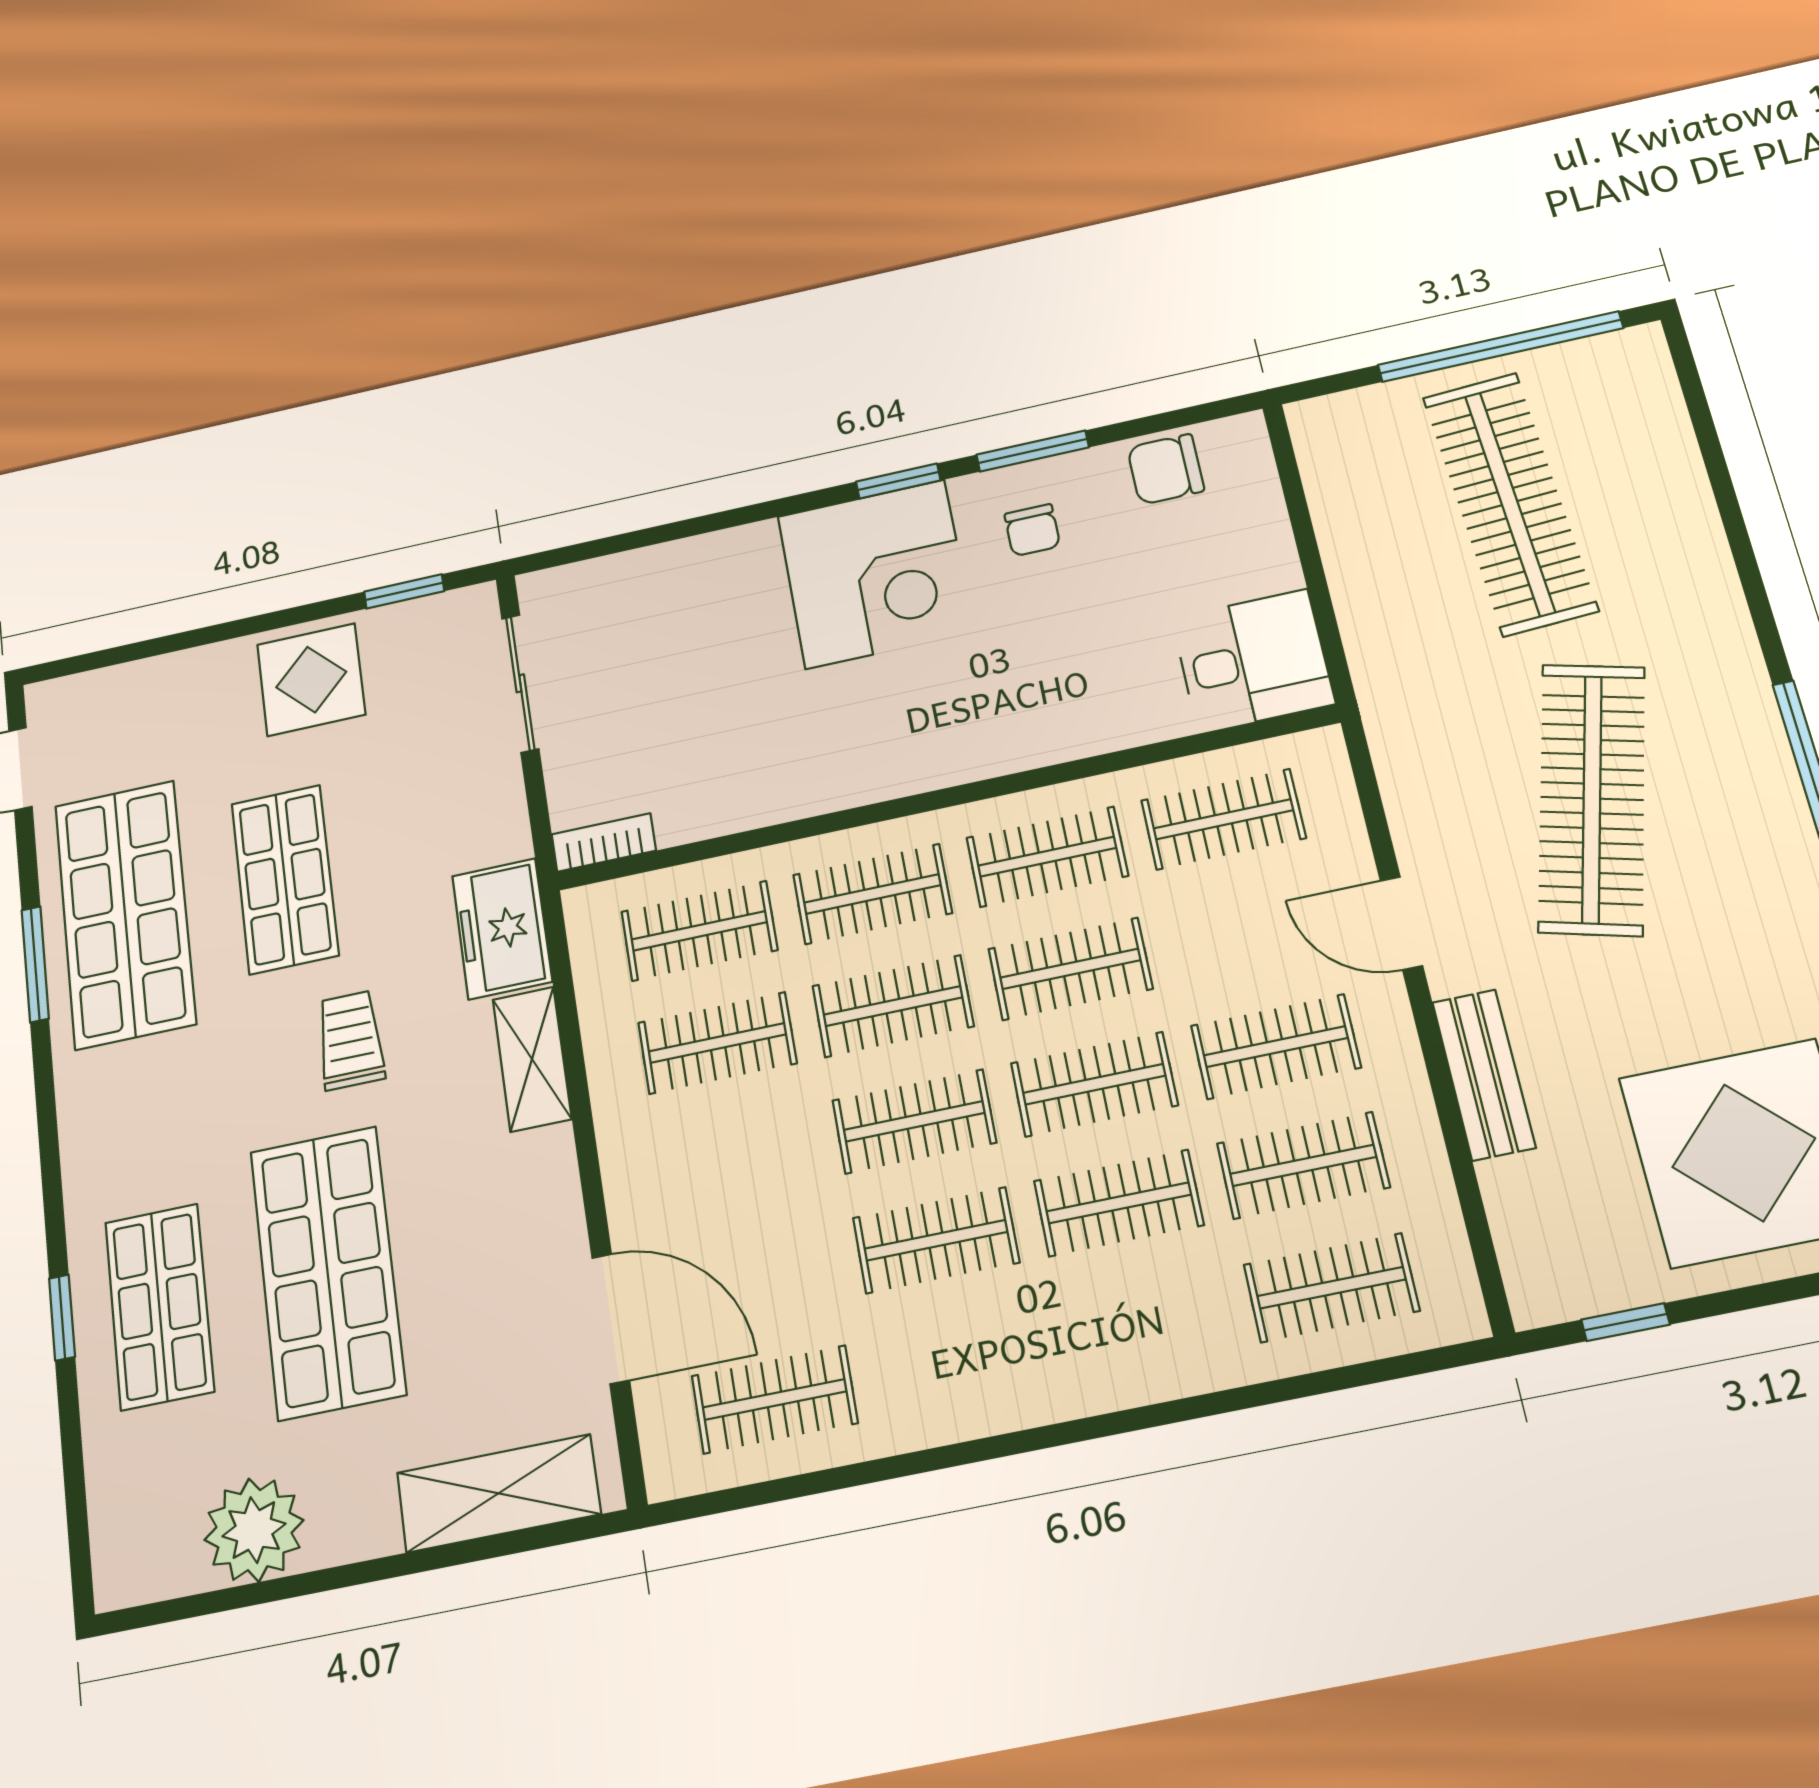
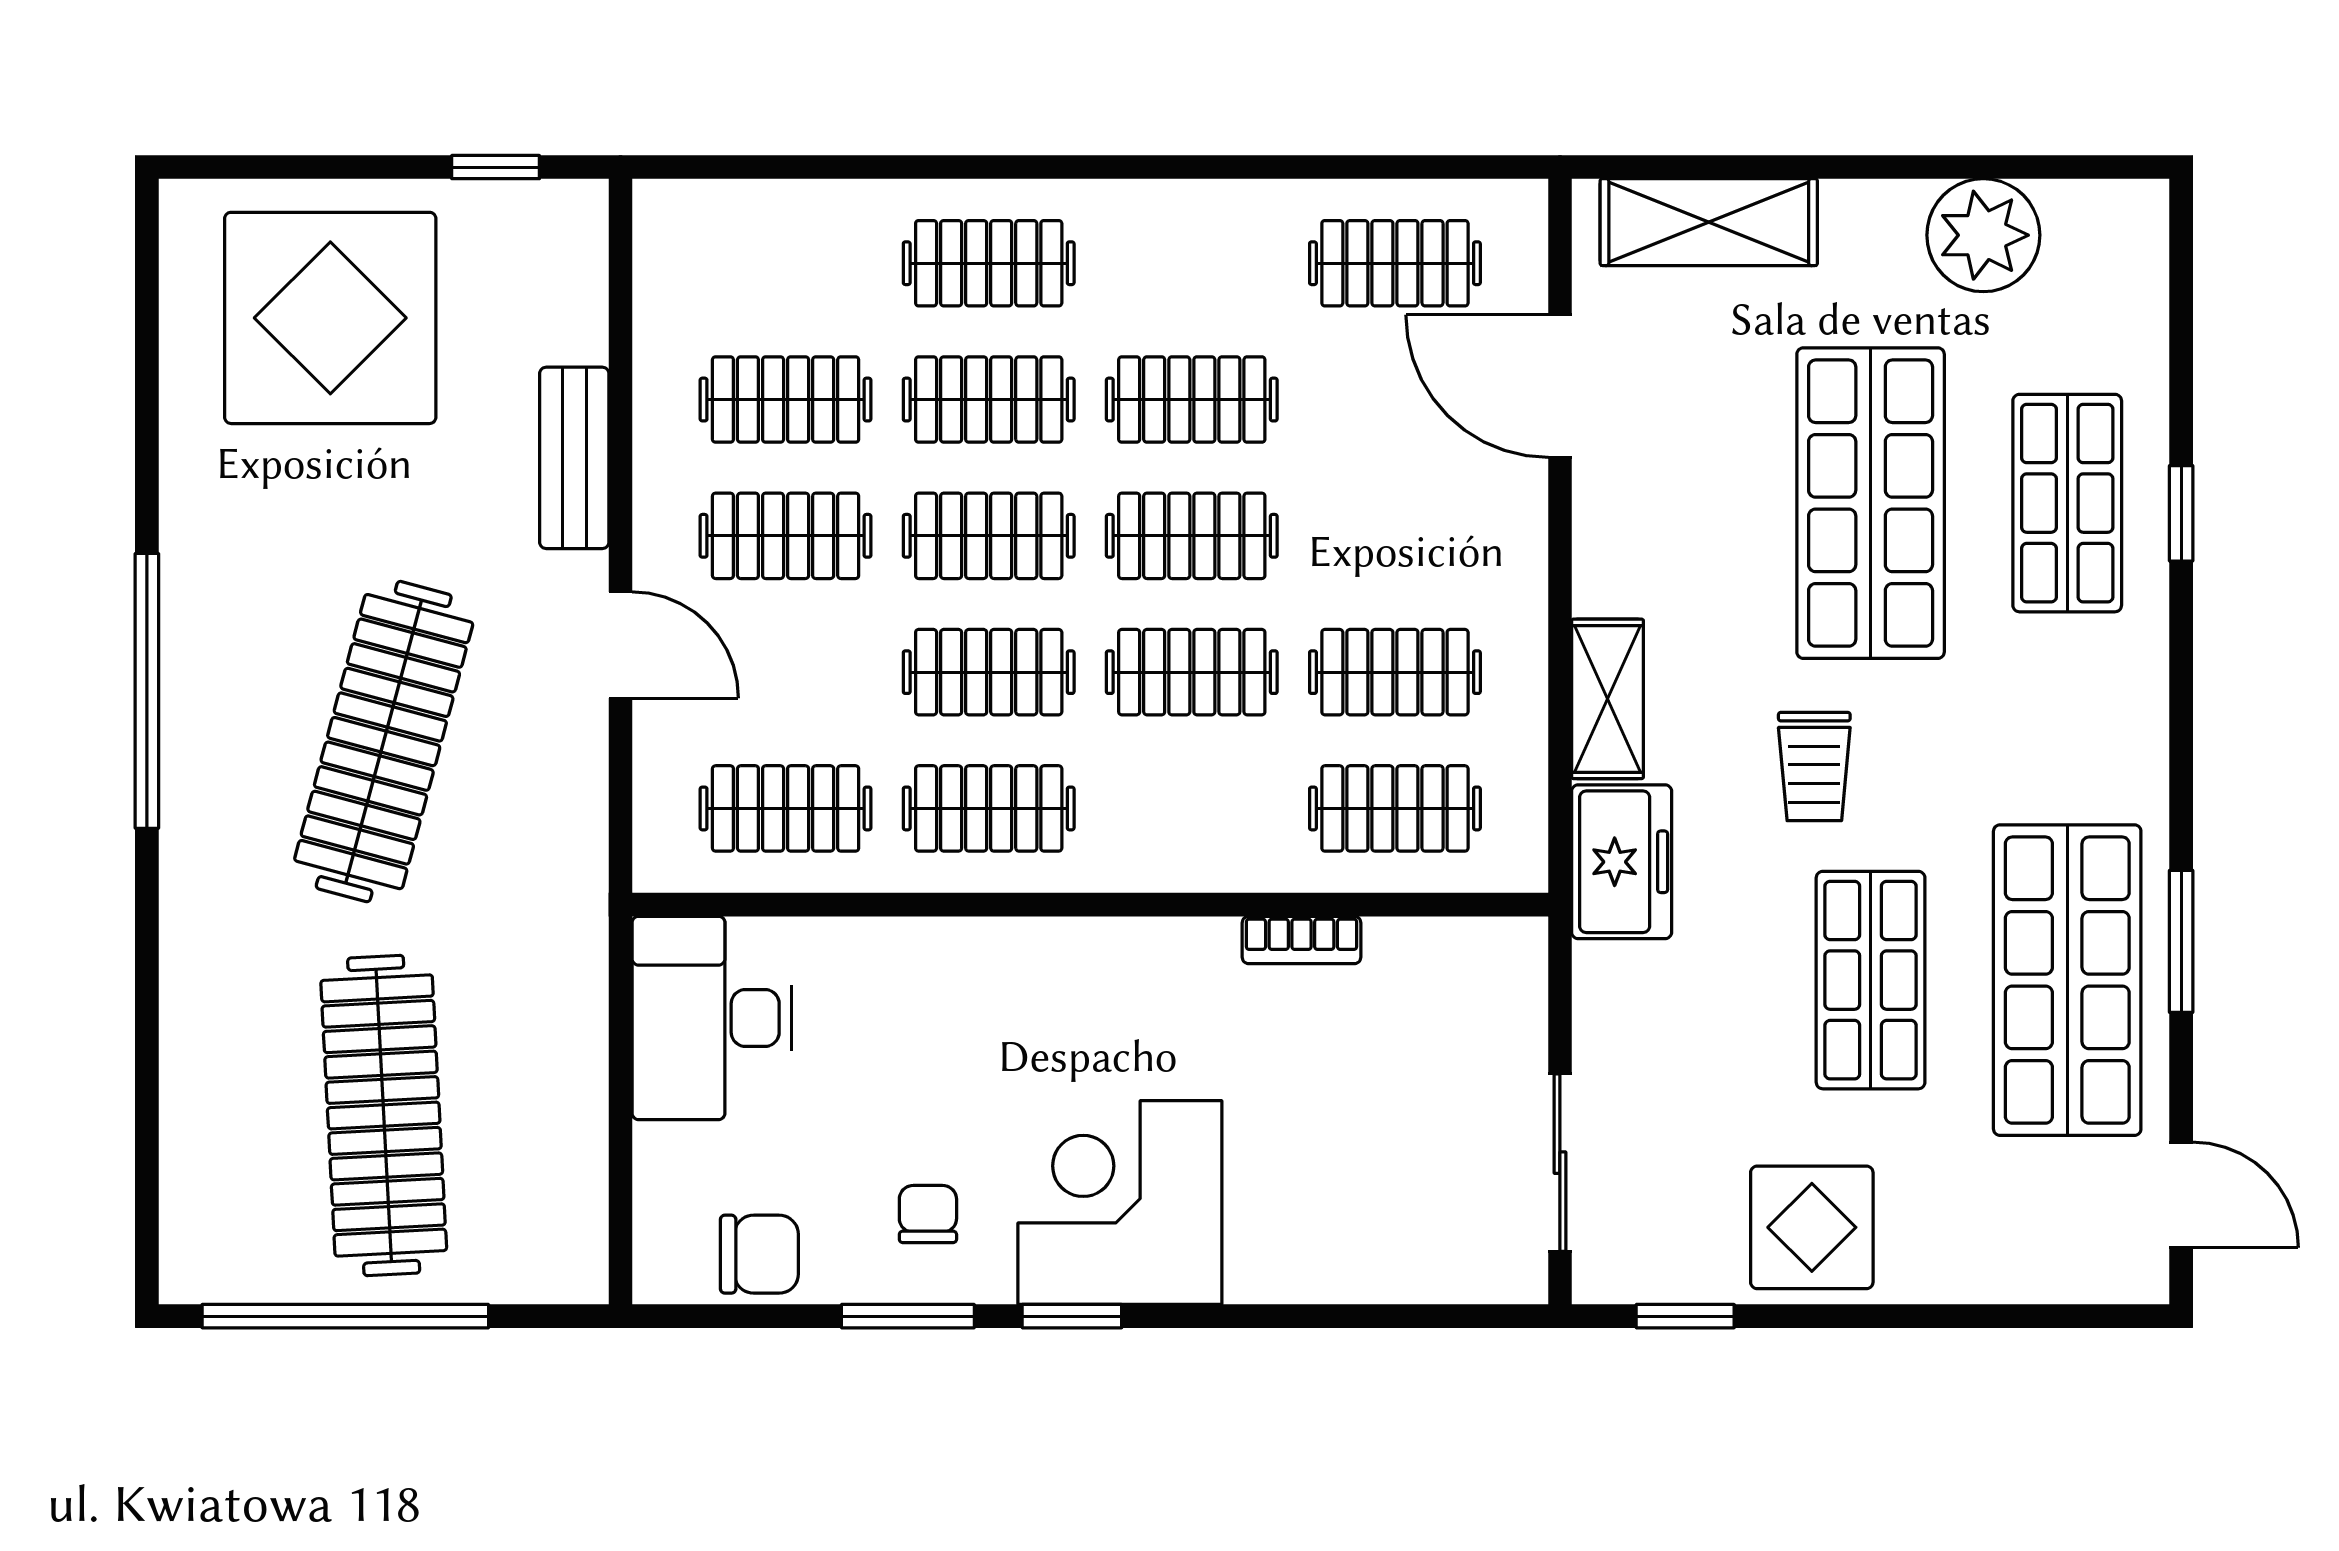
desk: (1253, 661) -> (712, 1018), width x1.37
bookcase: (604, 843) -> (1302, 940), moved
clothes rail: (872, 894) -> (1192, 808), removed
clothes rail: (1331, 1288) -> (989, 263), moved

